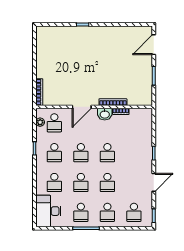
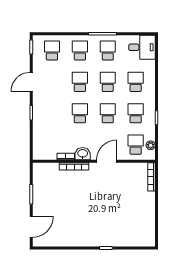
desk: (48, 211) -> (142, 47), width x0.73

